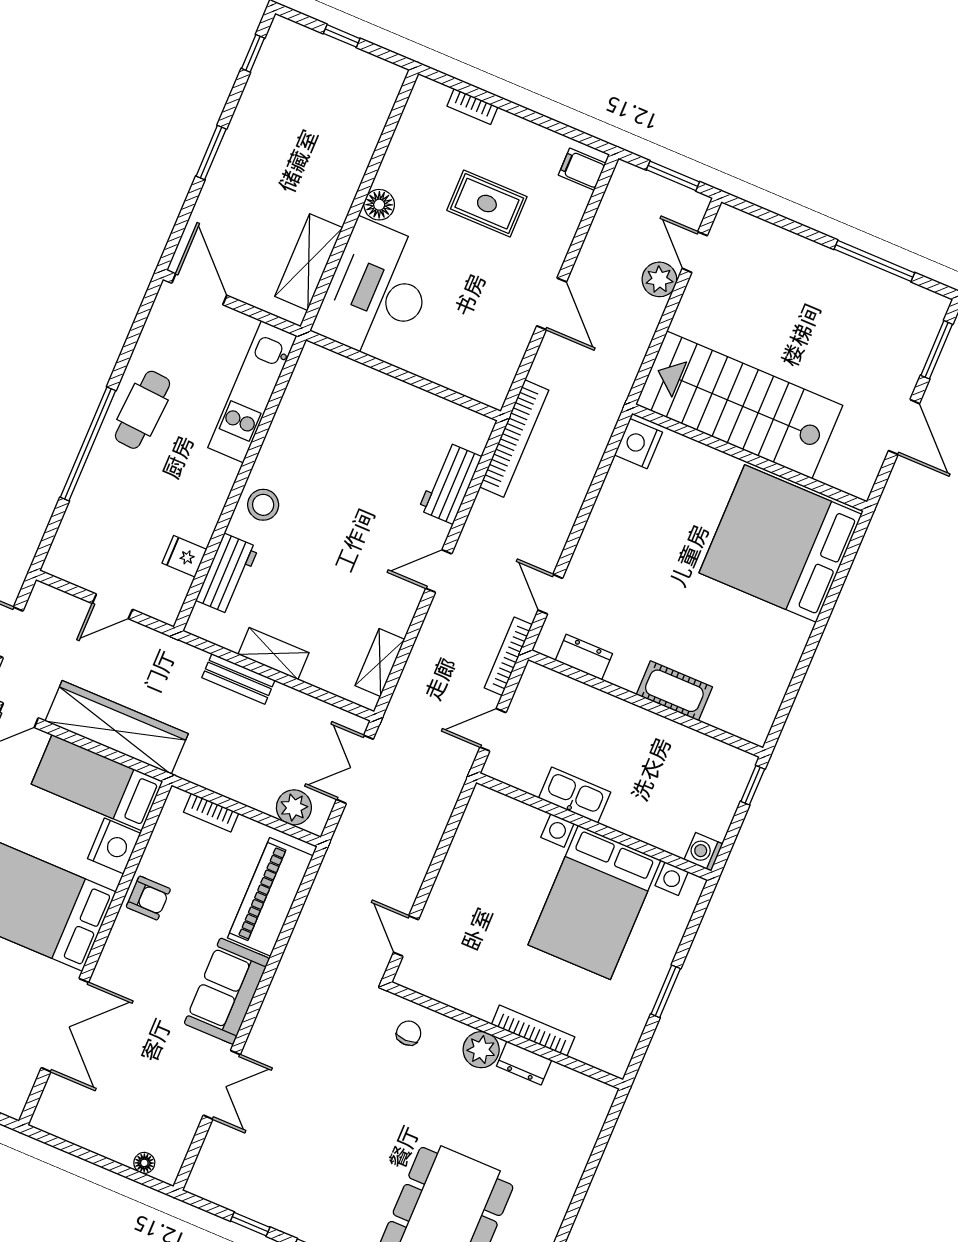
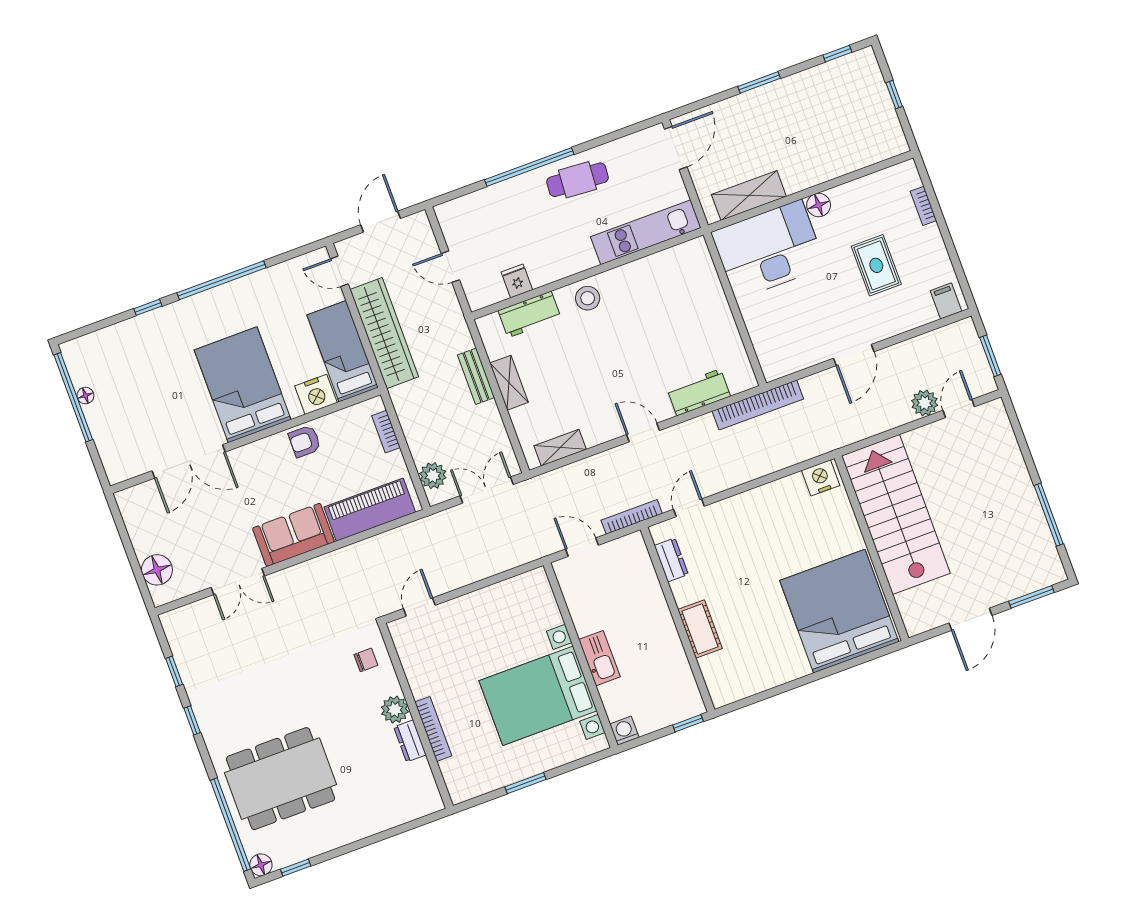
kitchen sink: (575, 795) -> (599, 658), moved
armchair: (148, 898) -> (305, 441), turned 90
floor lamp: (144, 1163) -> (157, 570), width x1.89, depth x1.89

